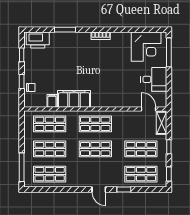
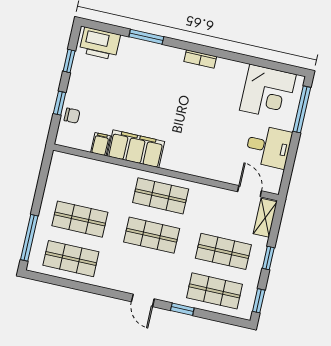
shop shelf: (50, 124) -> (89, 180), removed

